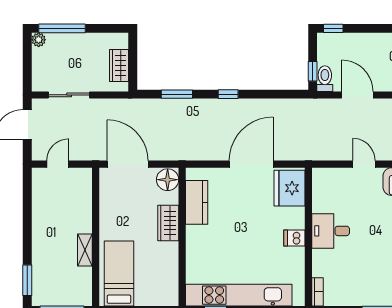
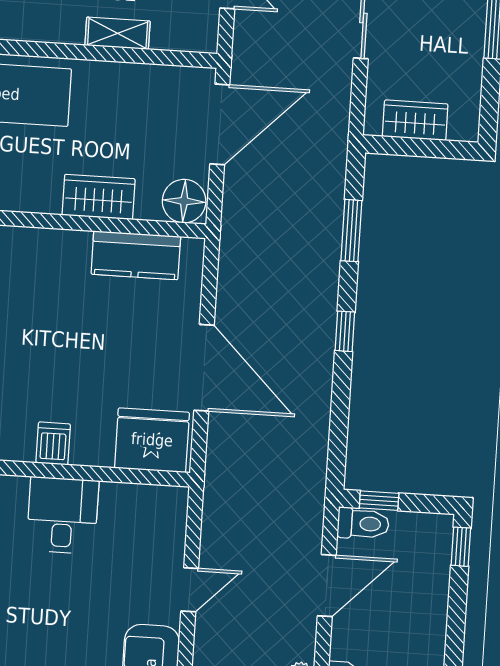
shelving: (85, 250) -> (118, 33), moved

